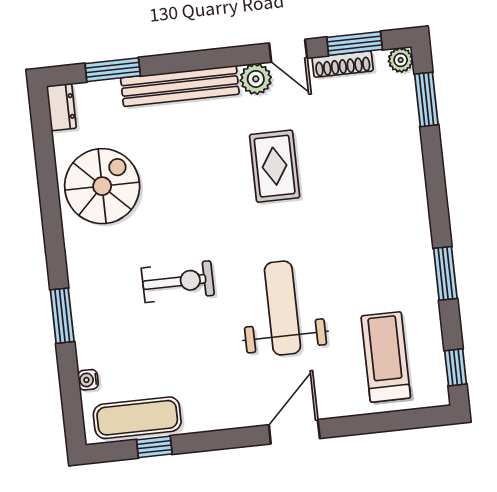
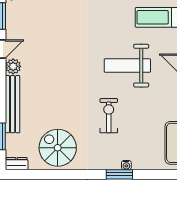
shoe rack: (343, 64) -> (10, 23), removed
rug: (275, 166) -> (57, 62), removed
water cooler: (88, 380) -> (126, 165), moved

